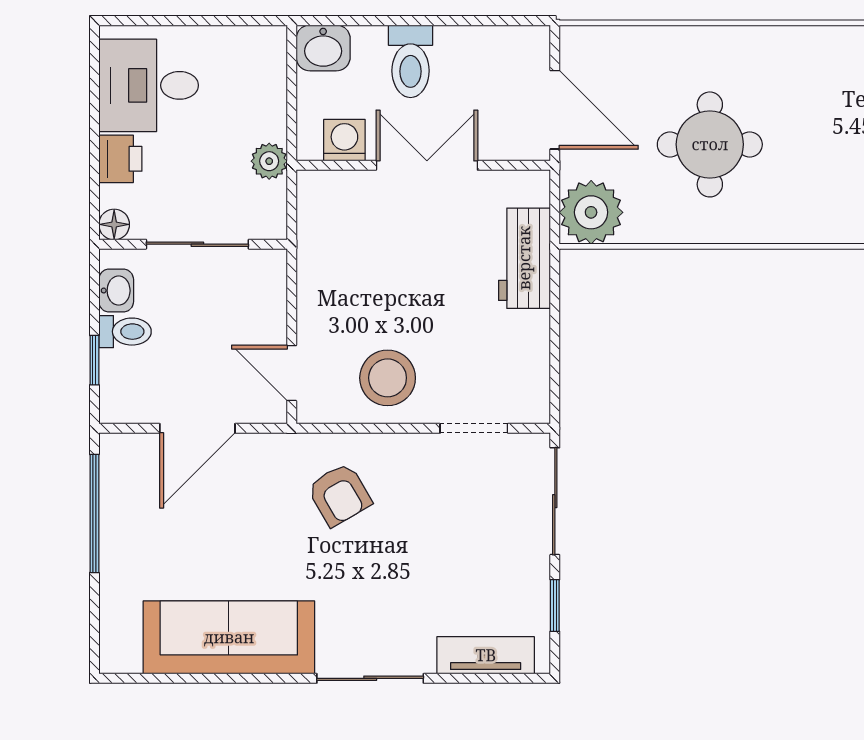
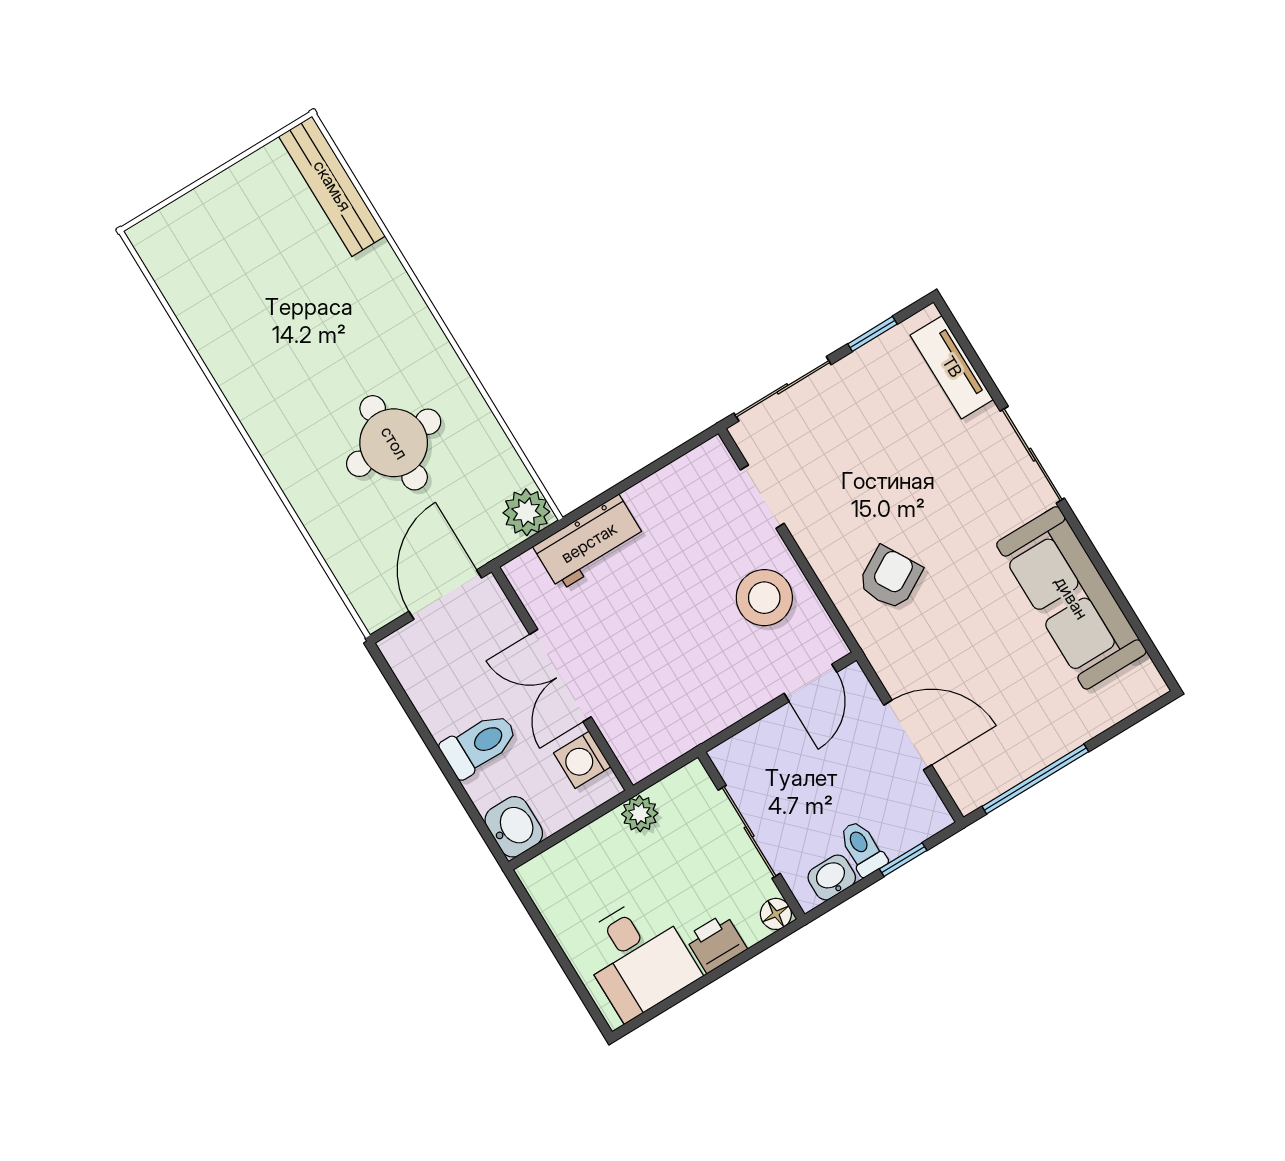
plant: (591, 212) -> (526, 512), width x0.73, depth x0.73

